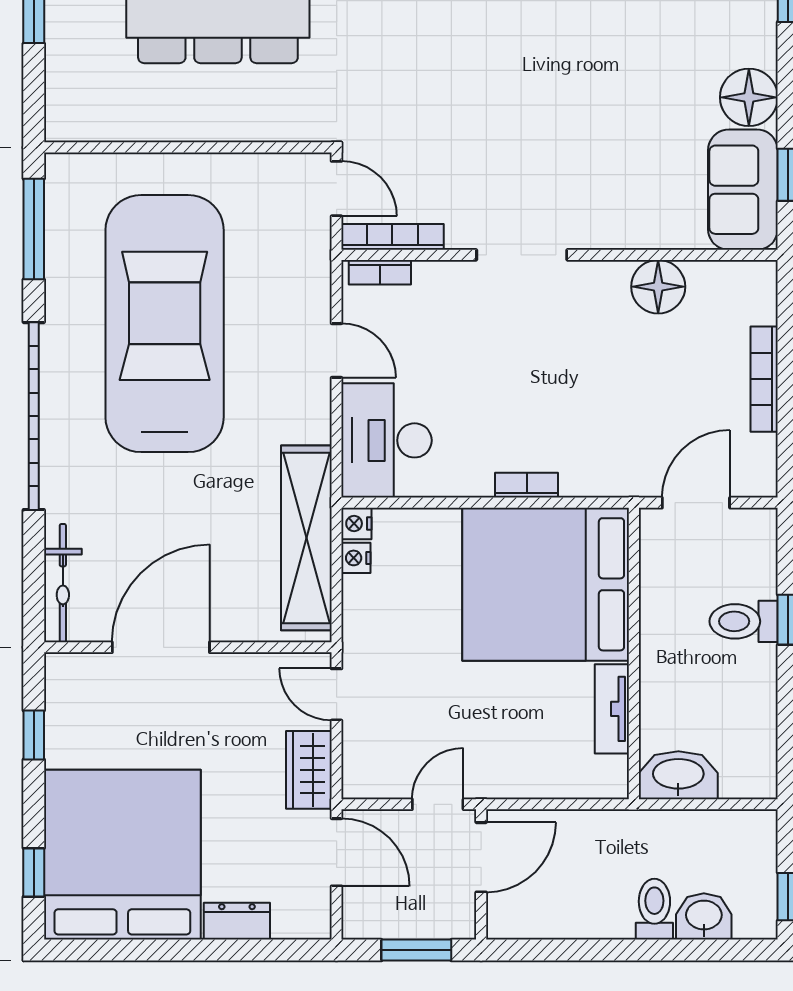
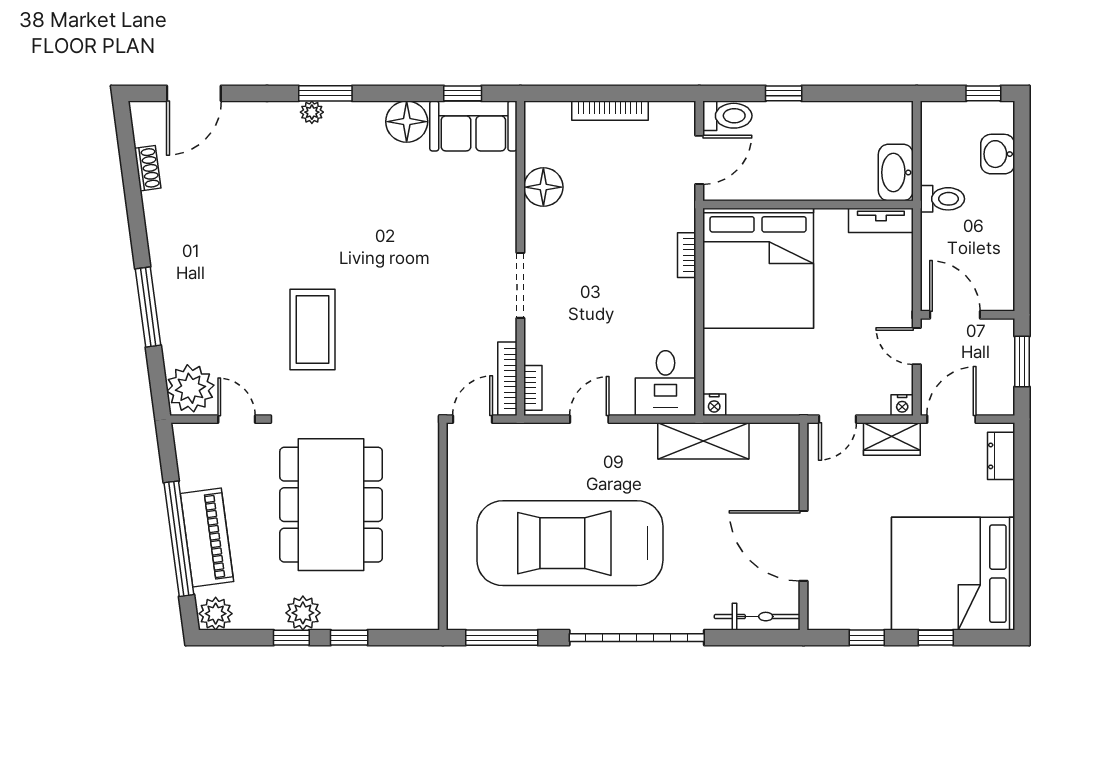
desk: (387, 440) -> (665, 383), width x0.73
bookcase: (527, 485) -> (687, 255), moved
door: (696, 503) -> (699, 160), swing flipped
shelving: (306, 538) -> (703, 441), width x0.68
nightstand: (356, 558) -> (902, 405), moved
toilet: (744, 621) -> (727, 116), moved, turned -90
tv unit: (612, 709) -> (881, 220), moved
window: (34, 872) -> (936, 638), moved
toilet: (654, 909) -> (942, 199), moved, turned 180
dresser: (237, 921) -> (1001, 456), moved

